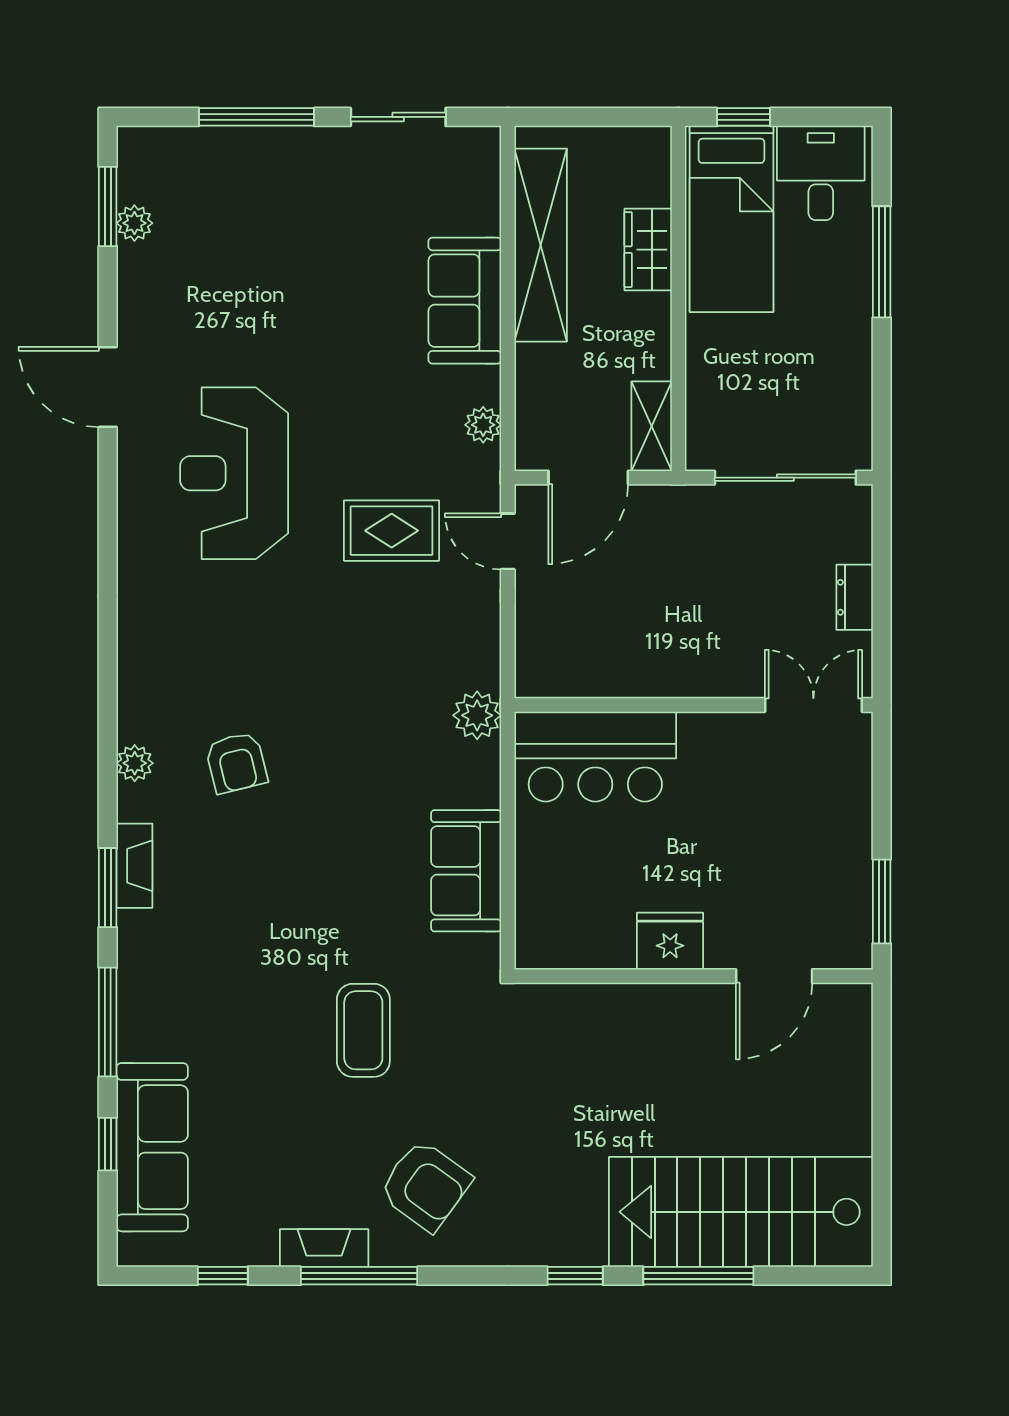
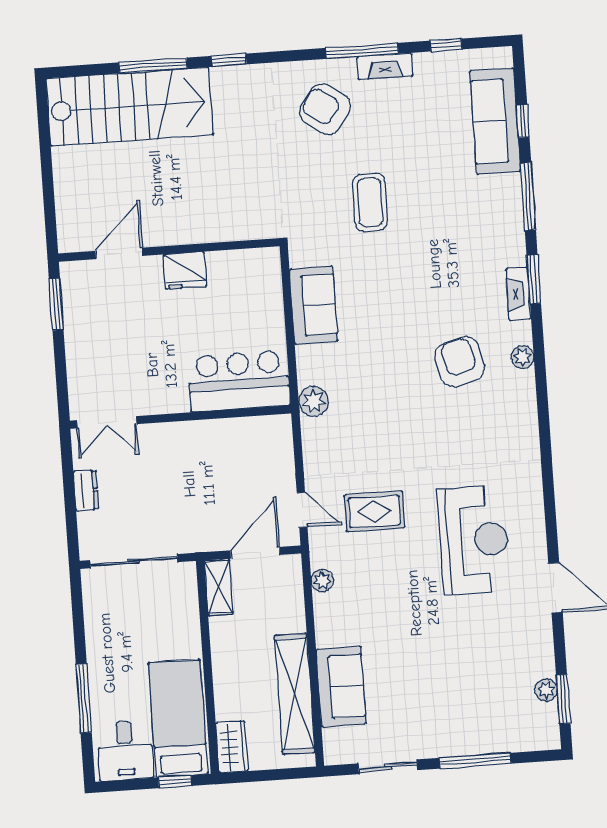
wardrobe: (648, 250) -> (232, 747), moved
sofa: (465, 301) -> (341, 686), moved
armchair: (236, 763) -> (460, 362), width x1.38, depth x1.38

